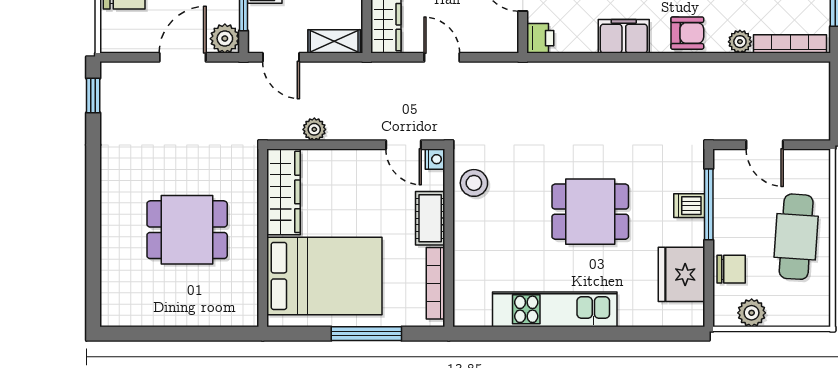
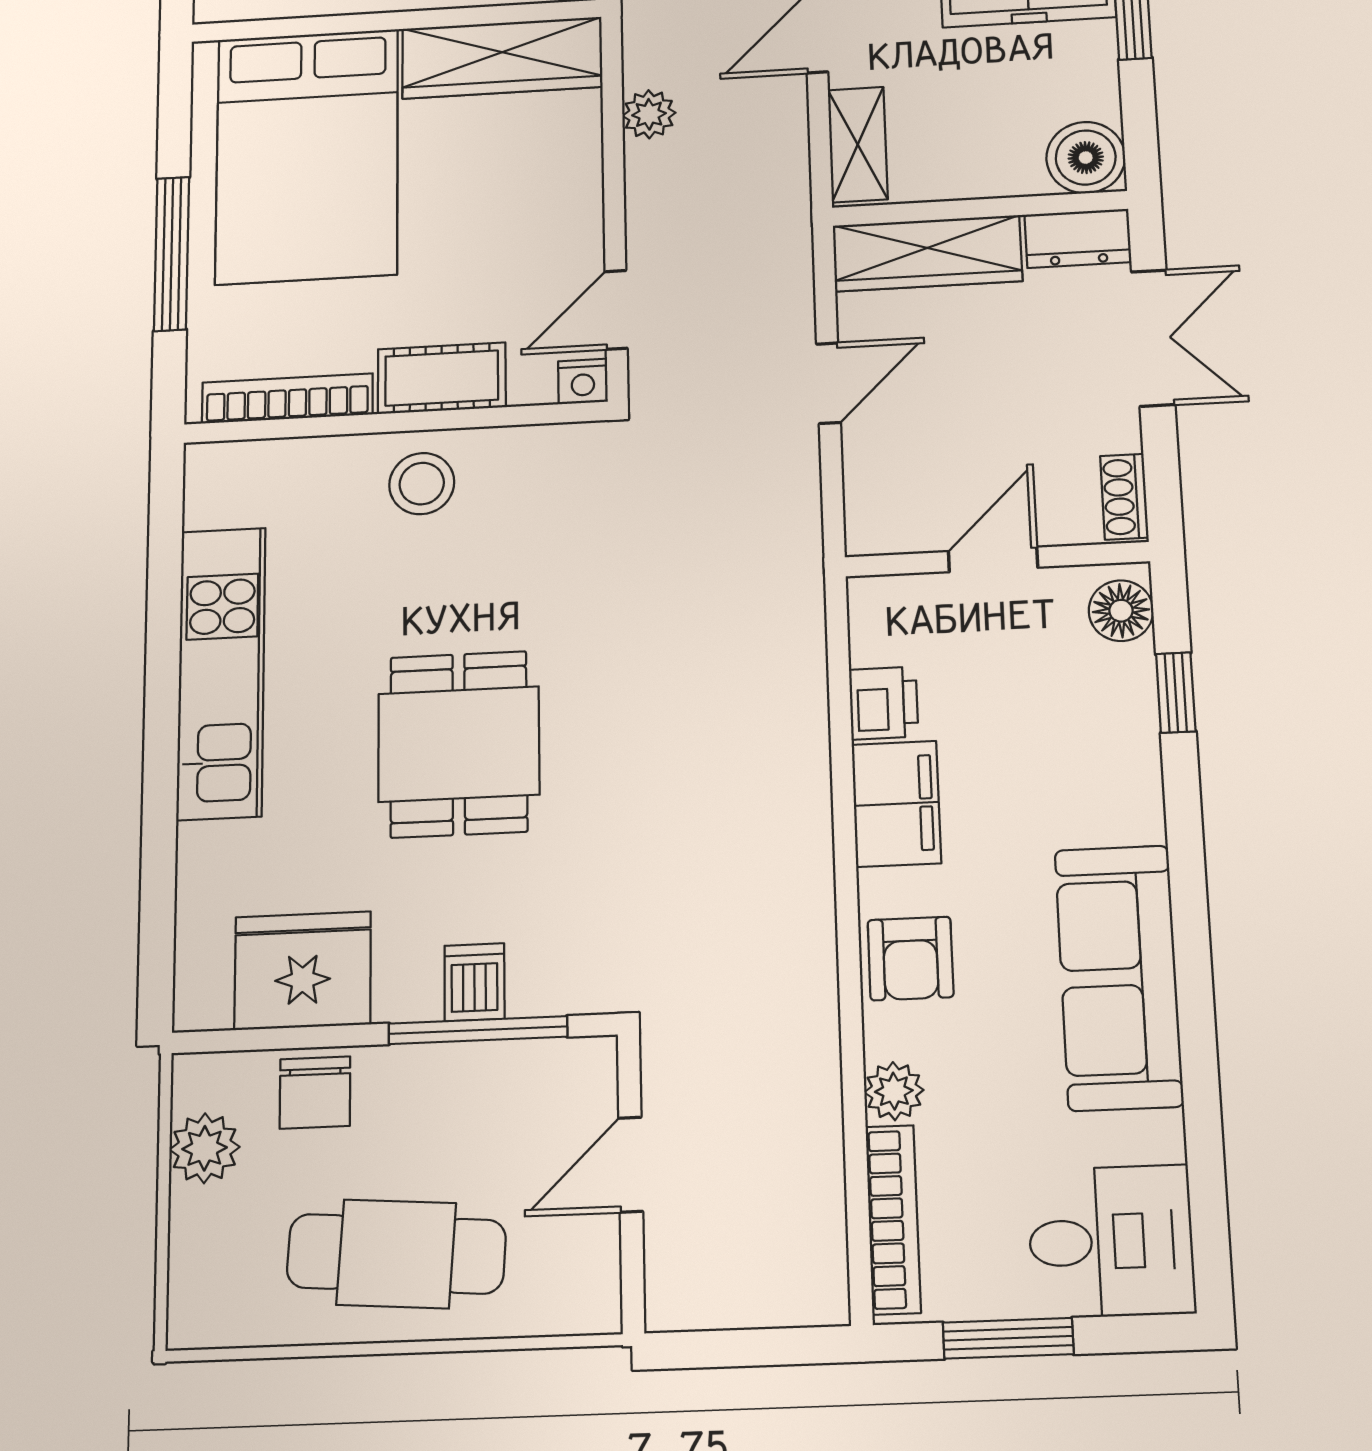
printer: (540, 38) -> (884, 703), moved, turned -90
stool: (474, 183) -> (422, 484), moved

